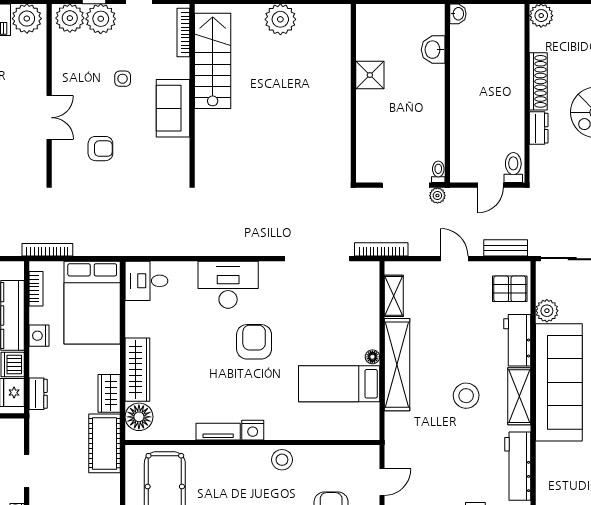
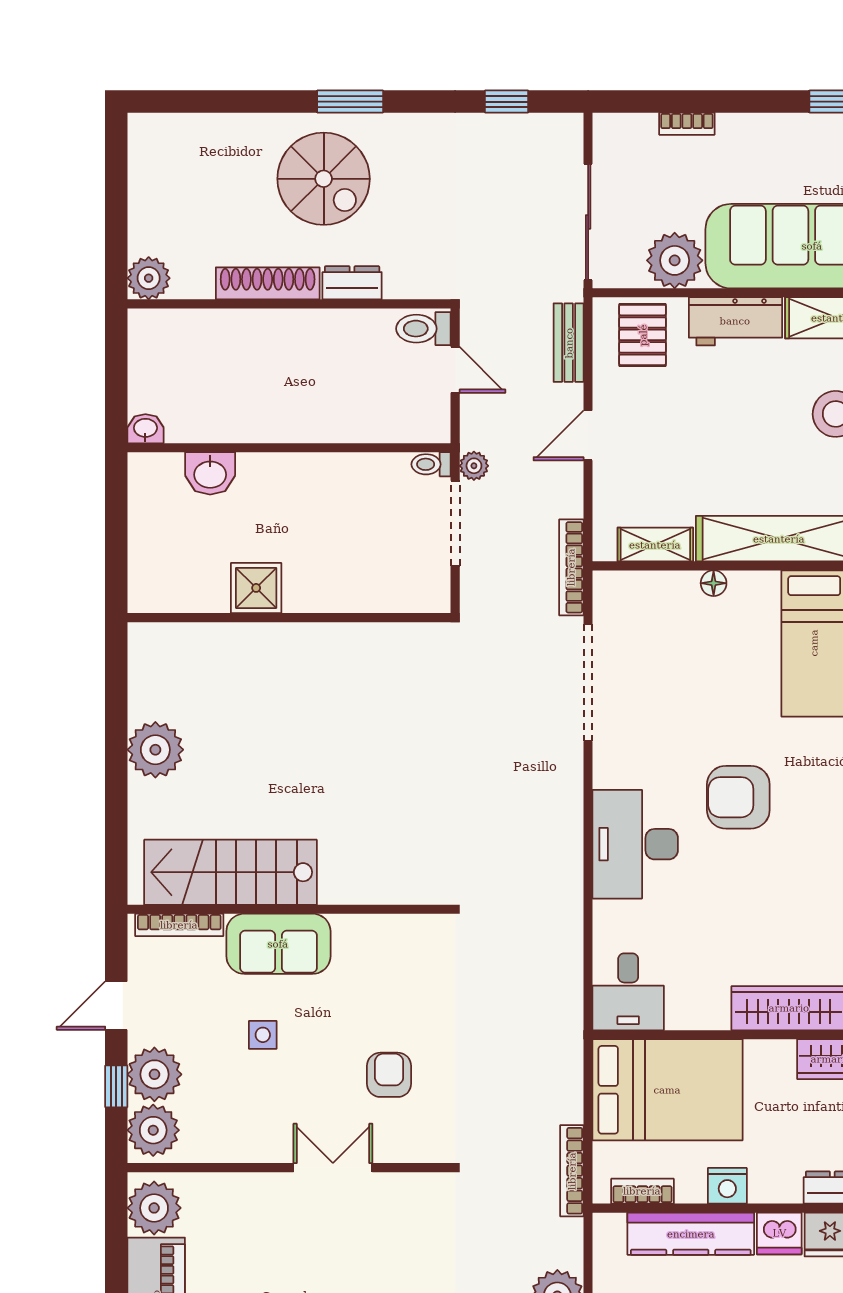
sofa: (173, 108) -> (278, 944), moved
plant: (547, 311) -> (675, 260), width x1.36, depth x1.36
floor lamp: (372, 357) -> (714, 583), moved

